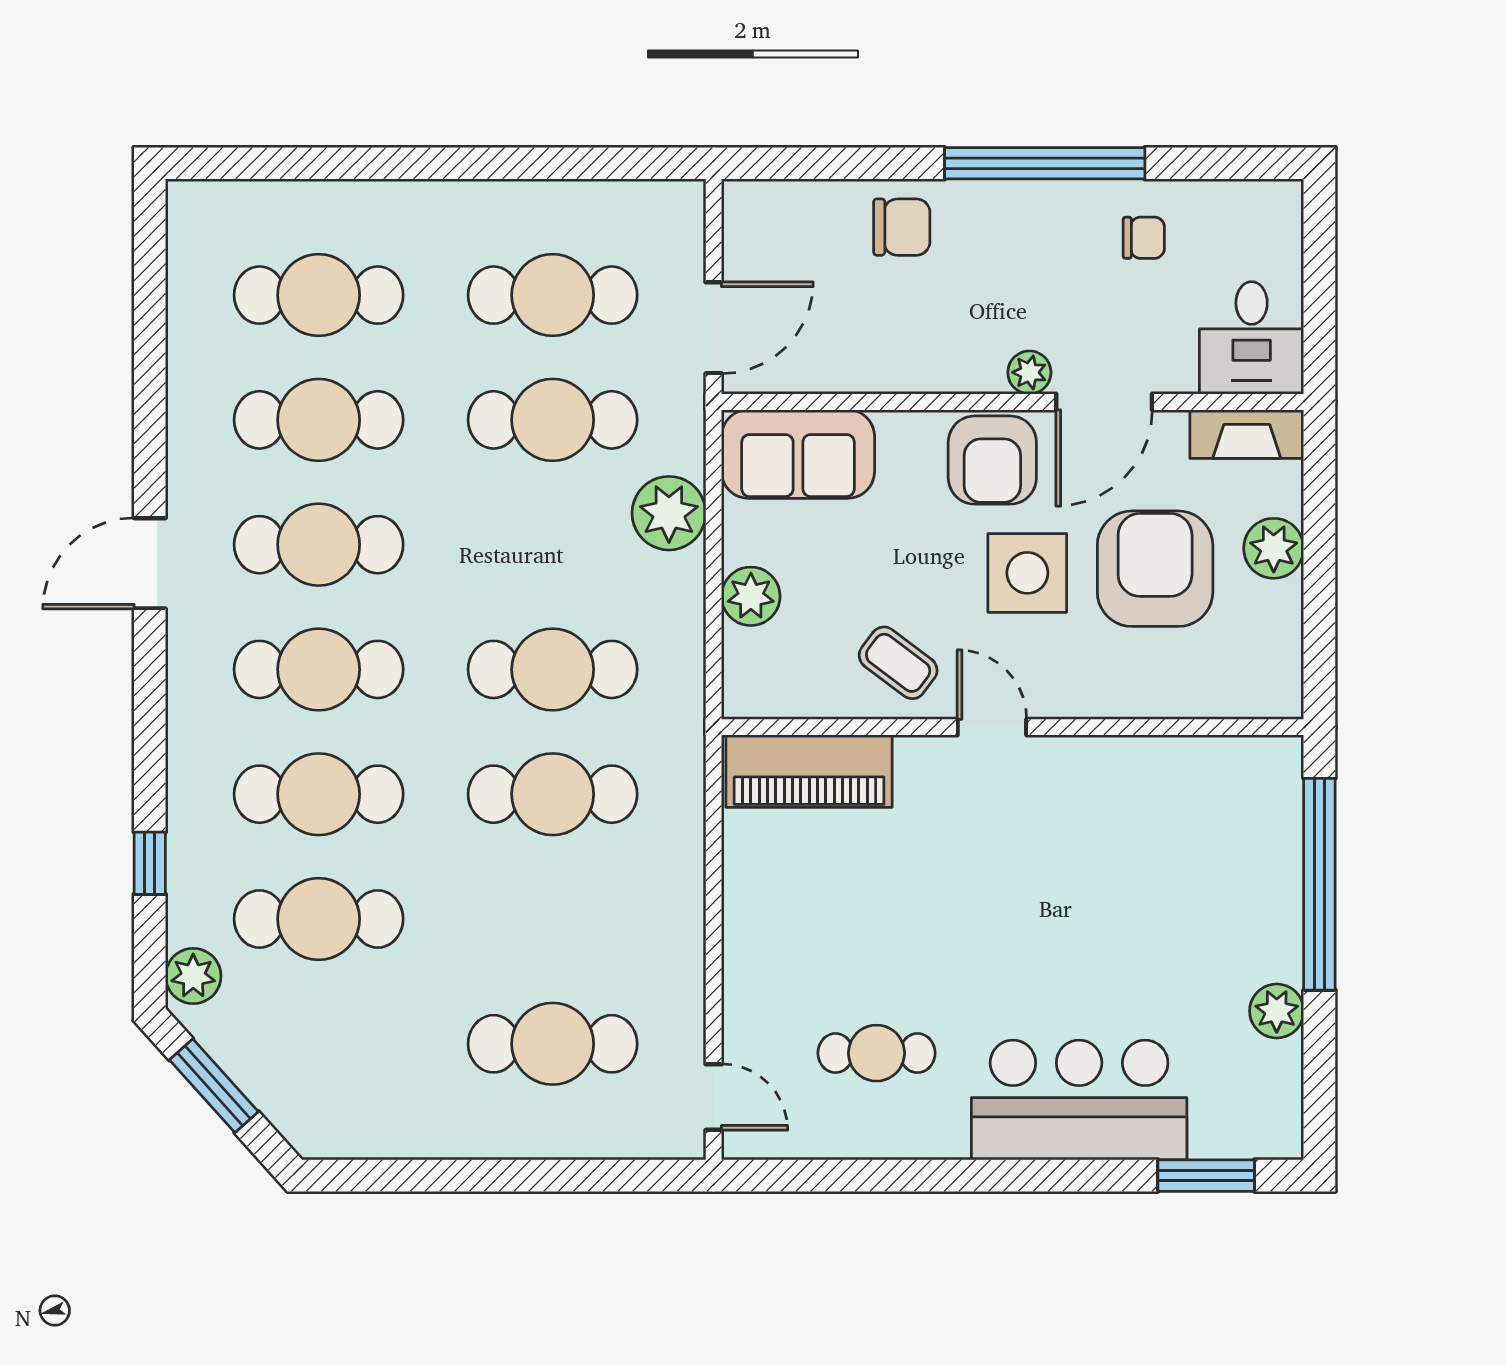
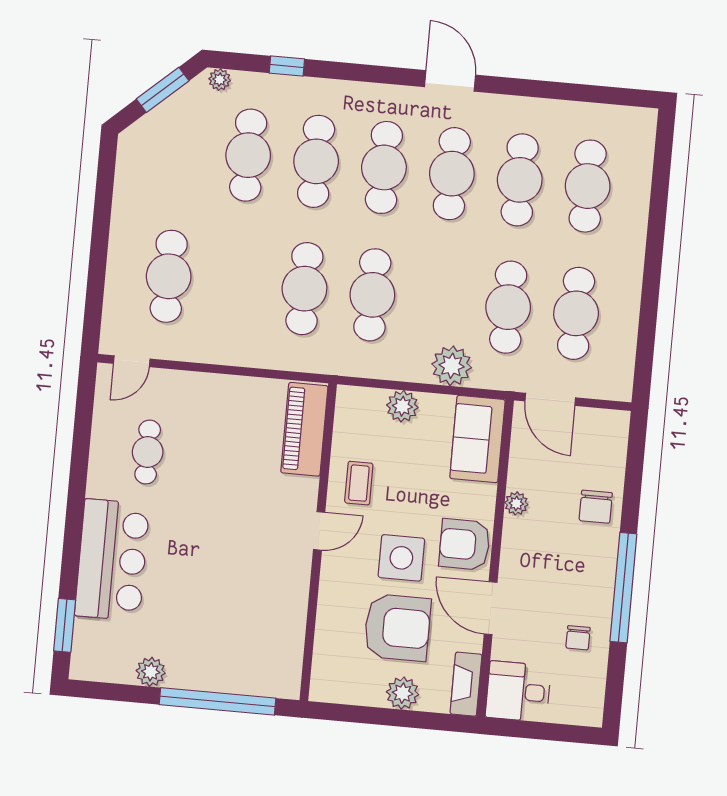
plant: (1029, 372) -> (516, 503), moved
coffee table: (898, 663) -> (359, 483), turned -37
plant: (193, 976) -> (220, 80), width x0.73, depth x0.73

